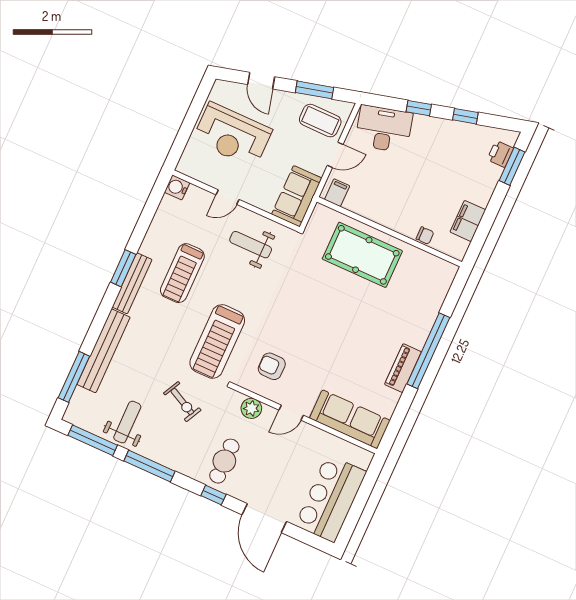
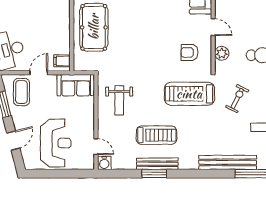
door: (335, 155) -> (39, 73), hinge flipped
door: (228, 197) -> (96, 147), moved
window: (123, 268) -> (154, 174), moved
bench: (132, 283) -> (157, 164), moved
treadmill: (217, 341) -> (189, 94), turned 180
armchair: (272, 366) -> (190, 52), turned 90

